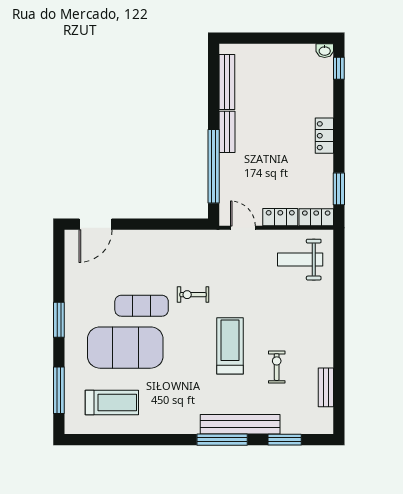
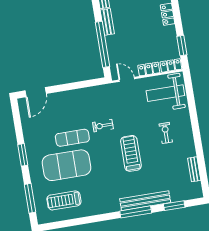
weight bench: (300, 260) -> (165, 93), width x1.36, depth x1.33
exercise bike: (277, 367) -> (166, 133), moved
treadmill: (112, 403) -> (64, 200), turned 180

